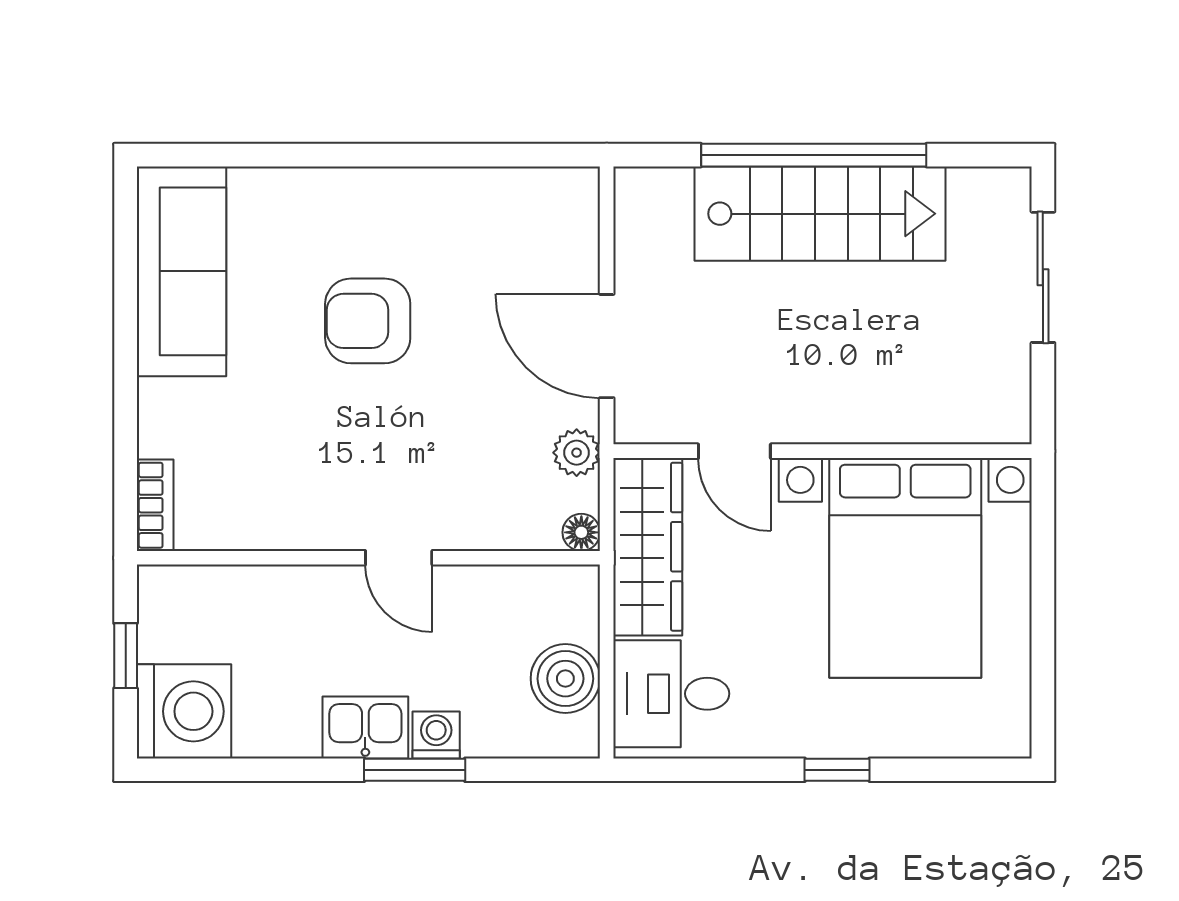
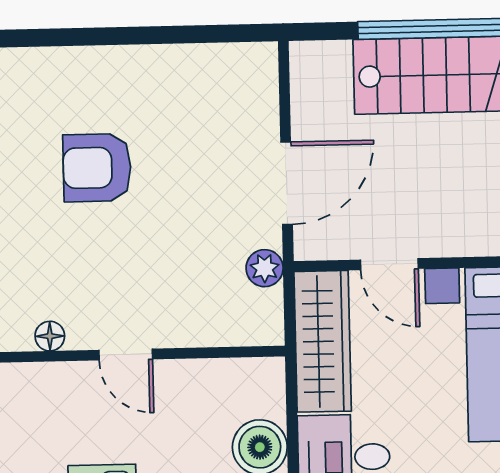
door: (607, 346) -> (287, 183), swing flipped
floor lamp: (581, 532) -> (50, 336), moved

